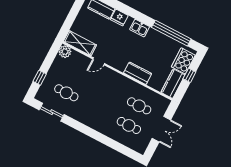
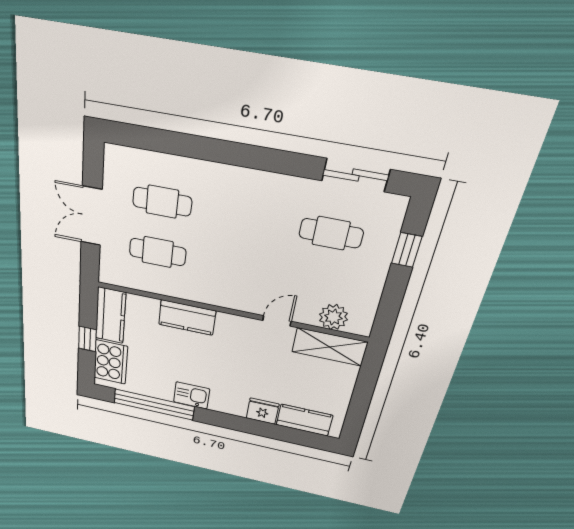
kitchen sink: (140, 28) -> (192, 395), moved
plant: (65, 52) -> (333, 317), moved

